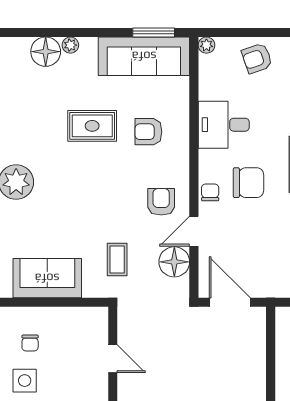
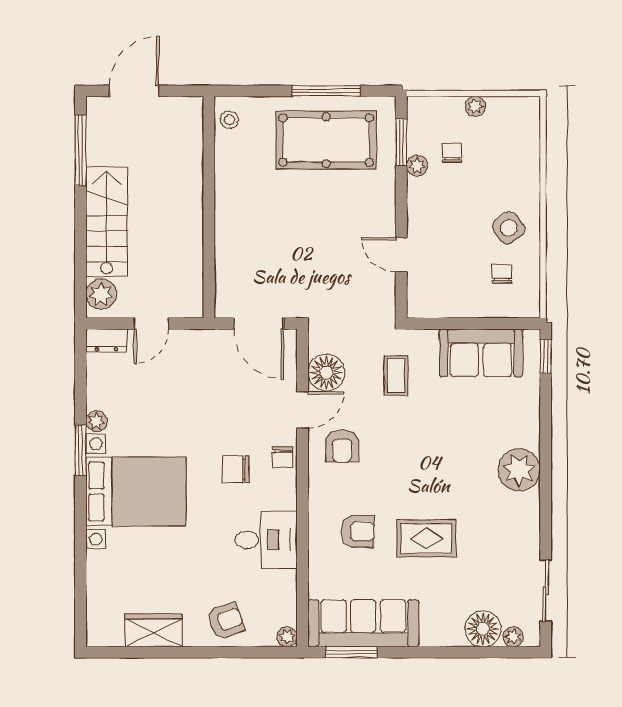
plant: (70, 45) -> (513, 637), moved
chair: (248, 183) -> (236, 469), width x0.73, depth x0.73
side table: (25, 381) -> (509, 228), turned -37

